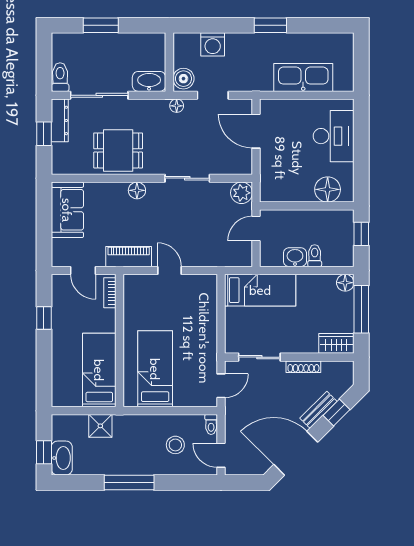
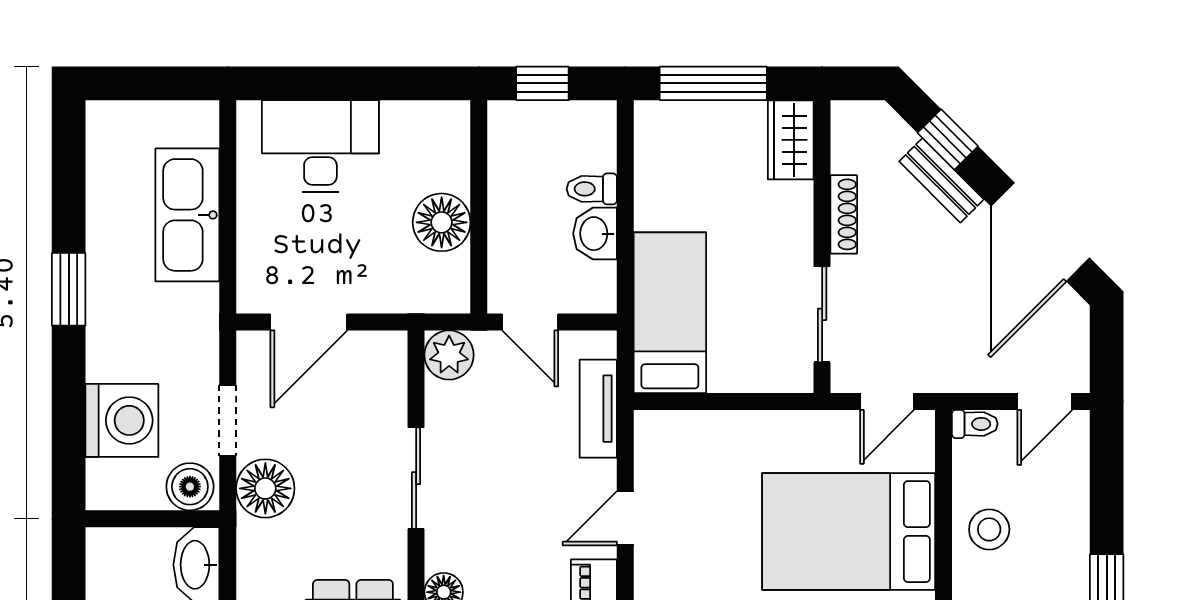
washing machine: (213, 44) -> (122, 420), width x1.37, depth x1.37
floor lamp: (177, 106) -> (265, 488), width x1.89, depth x1.89
floor lamp: (328, 189) -> (442, 222), moved
tv unit: (218, 259) -> (598, 409), added
floor lamp: (345, 283) -> (653, 120), removed
bed: (155, 369) -> (849, 532), width x1.50
door: (221, 386) -> (887, 402), swing flipped
stool: (175, 445) -> (989, 529), moved

